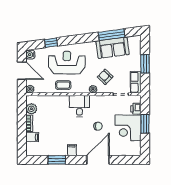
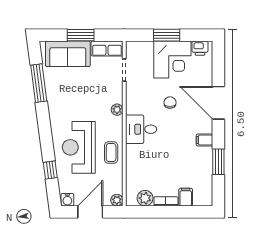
sofa: (113, 48) -> (68, 54), moved, turned 98
armchair: (105, 77) -> (99, 92), removed
printer: (136, 109) -> (200, 48), moved

